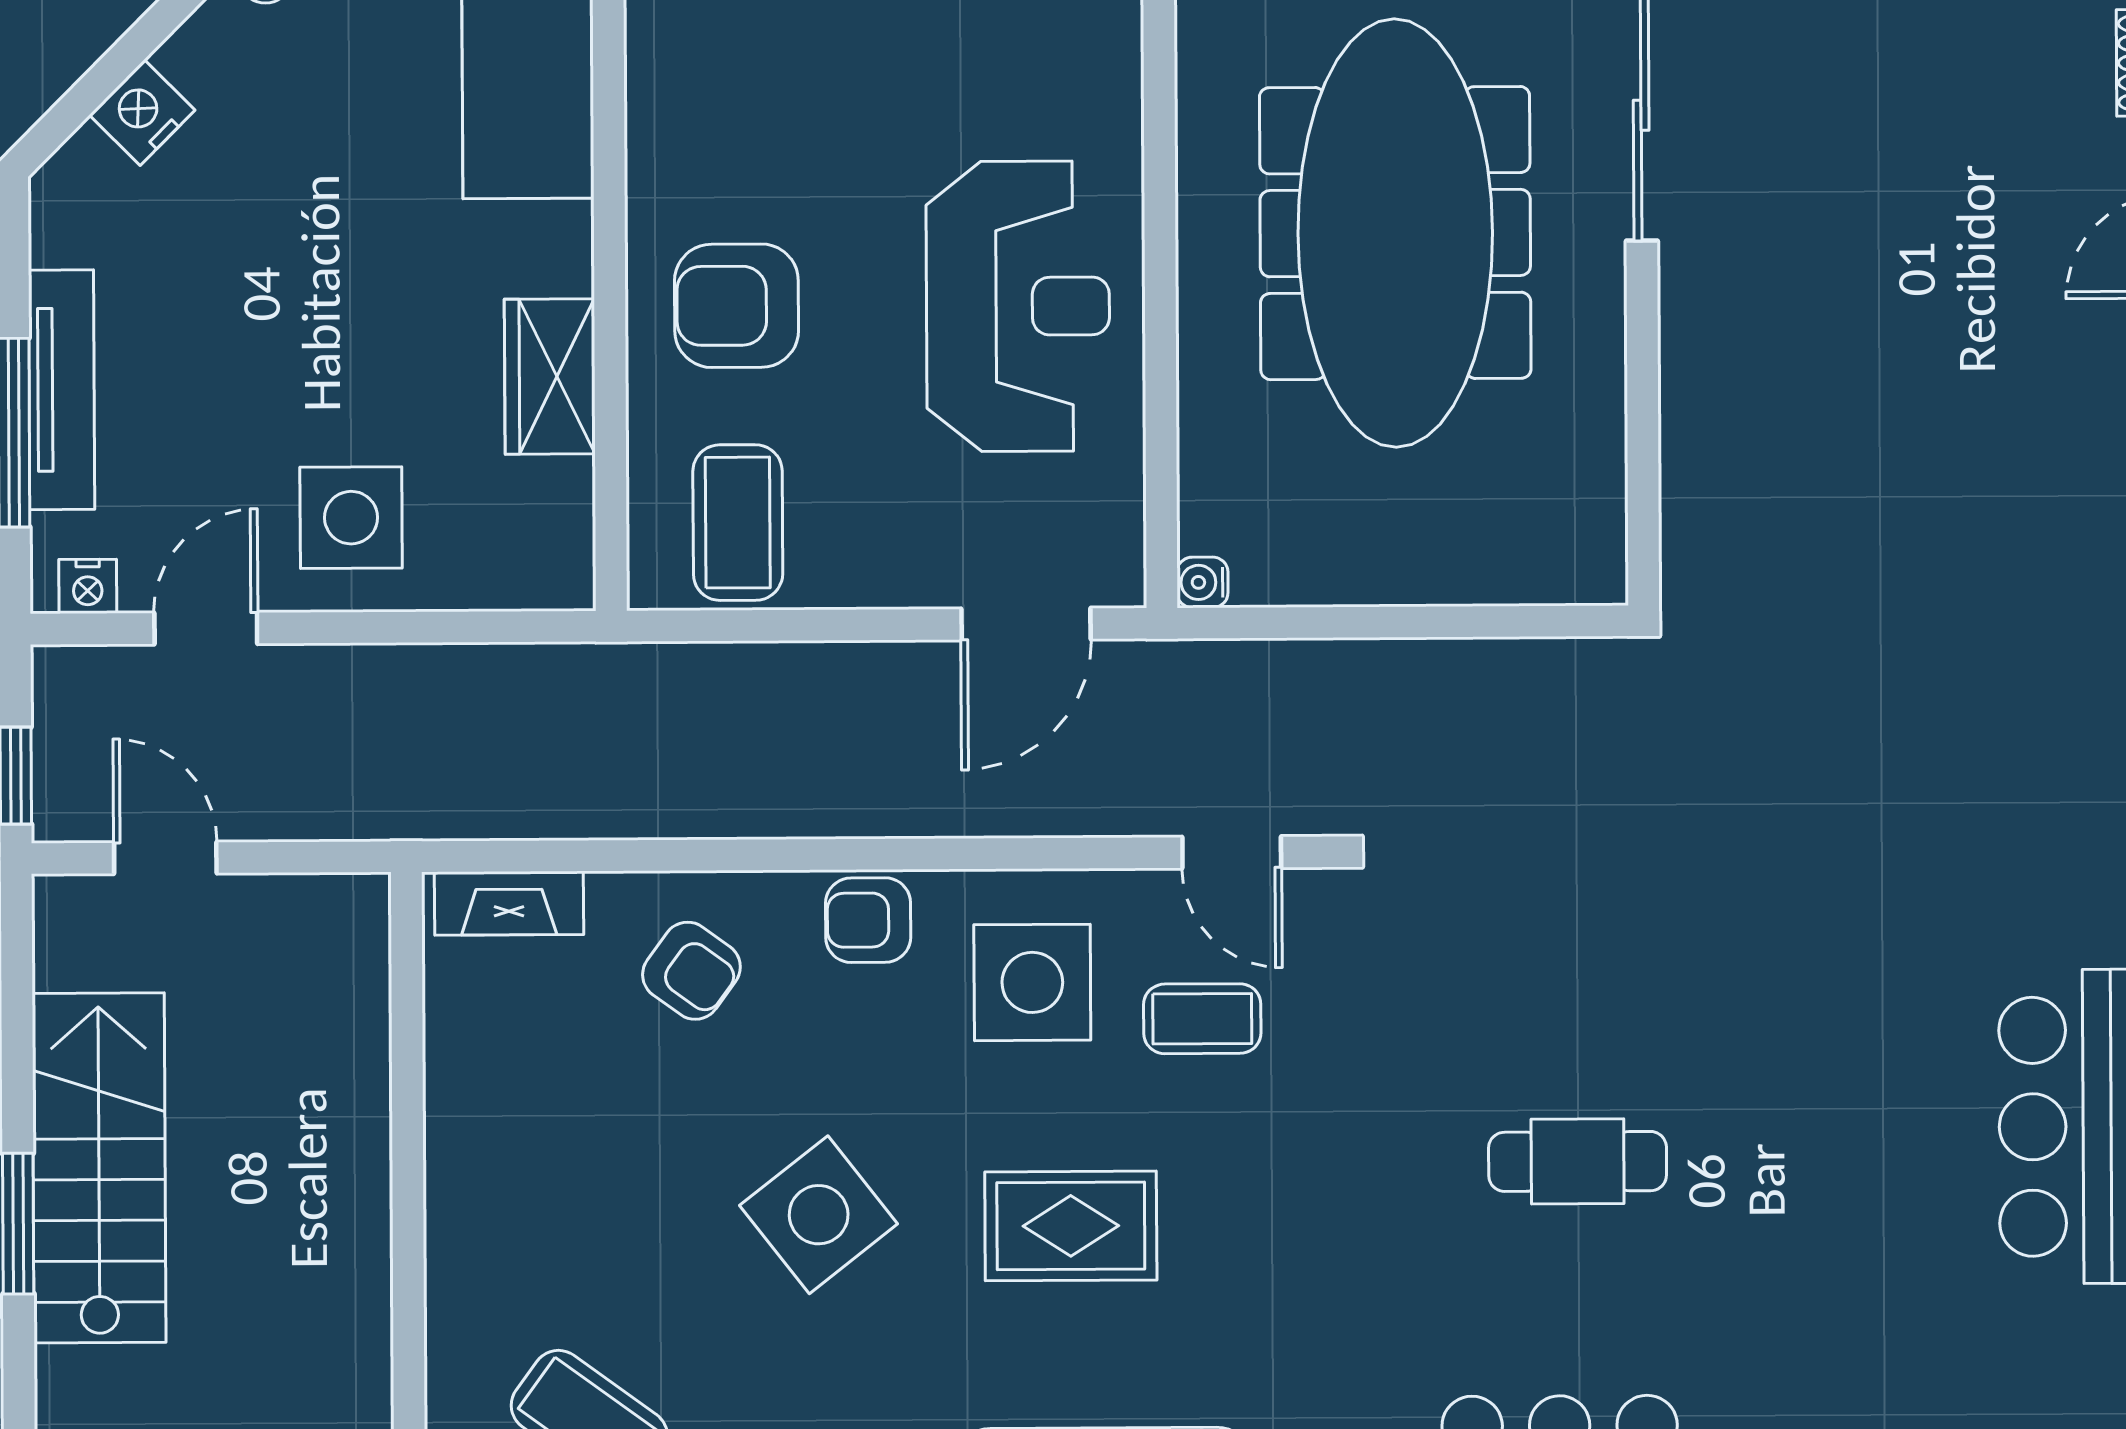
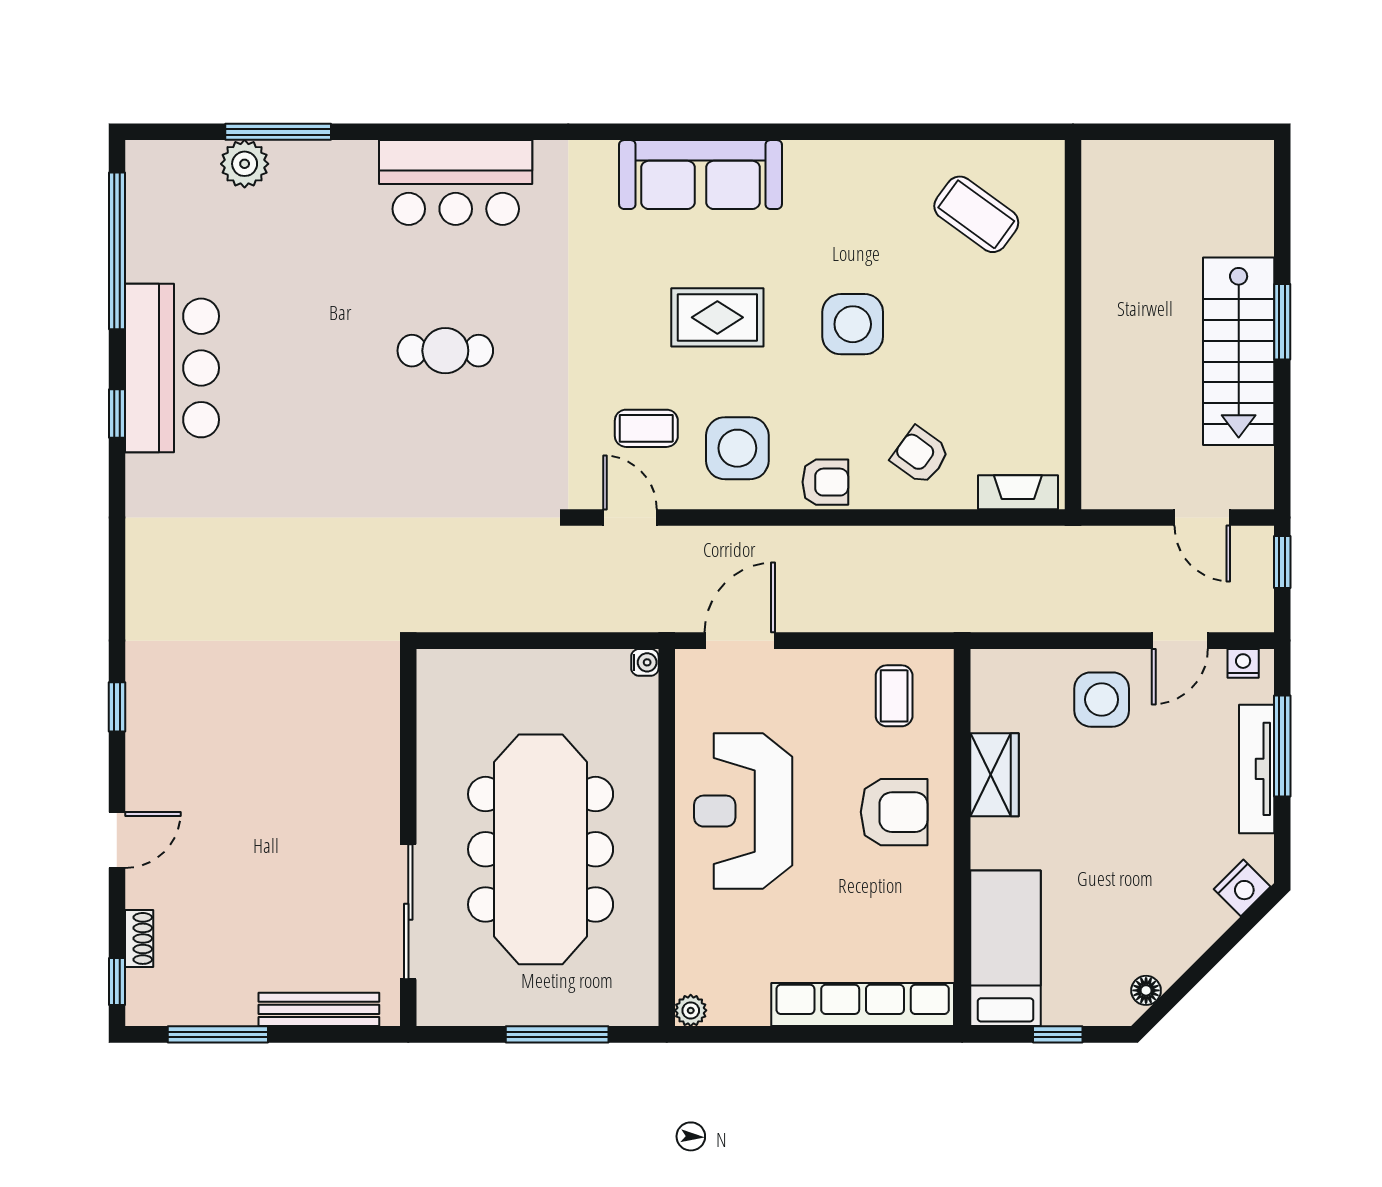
nightstand: (142, 113) -> (1242, 888), moved
coffee table: (738, 523) -> (894, 696), width x0.73, depth x0.77
side table: (819, 1215) -> (853, 324), turned 38

